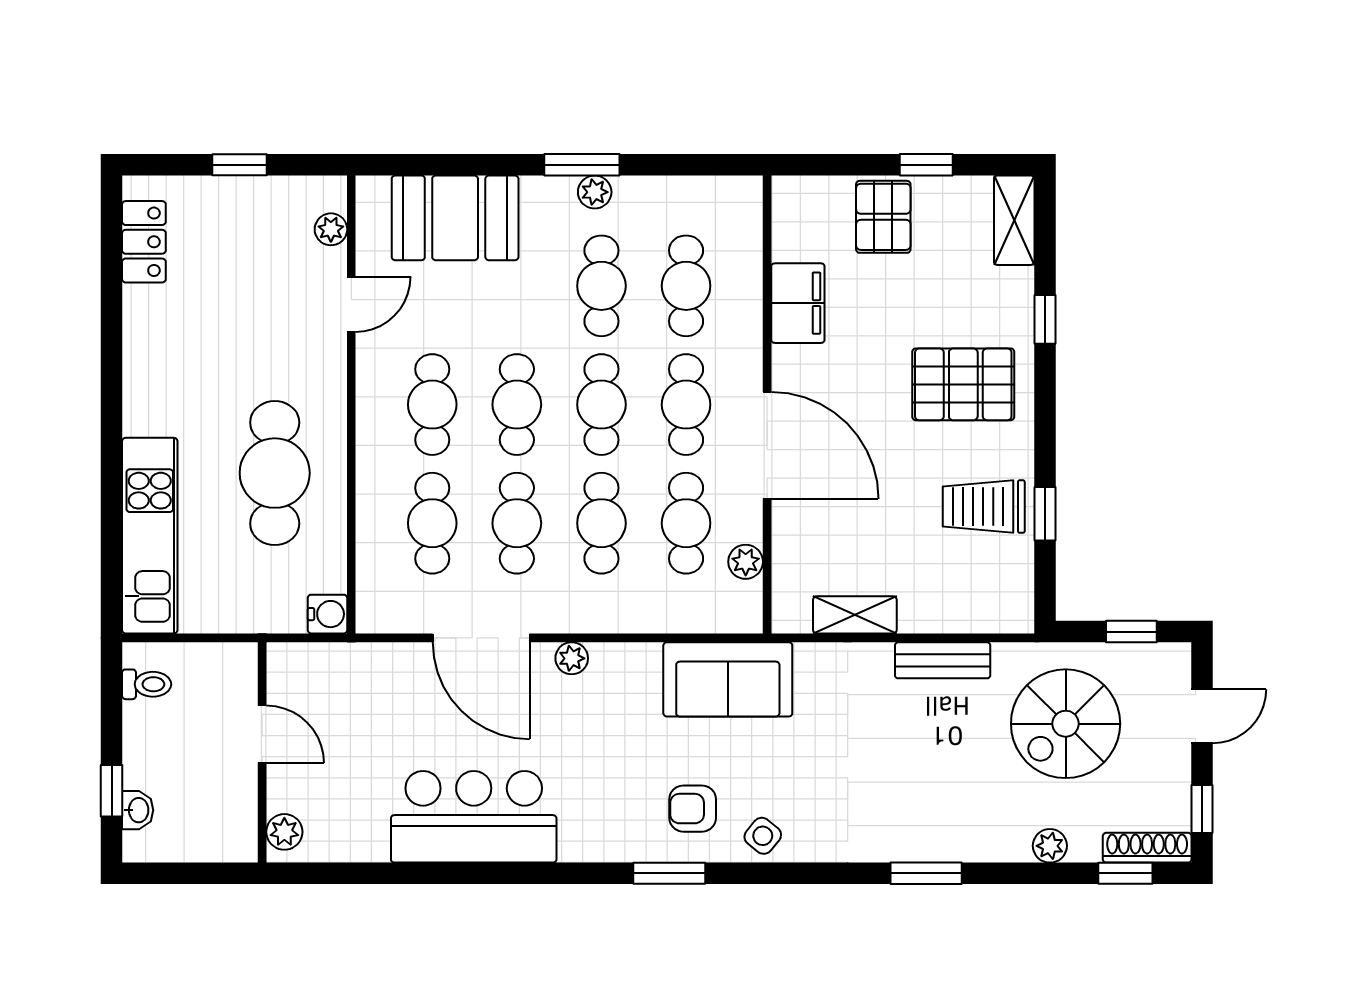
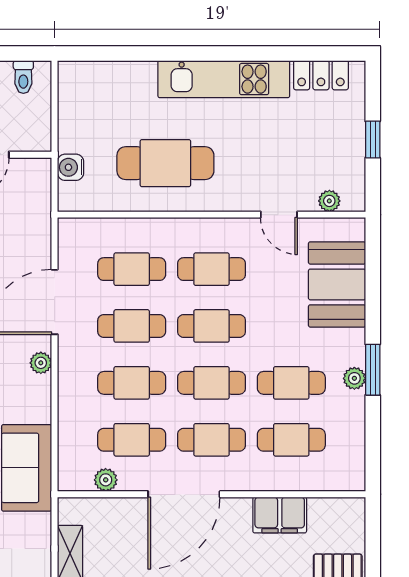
kitchen unit: (150, 536) -> (224, 79), moved
water cooler: (327, 614) -> (71, 167), moved, turned 90

